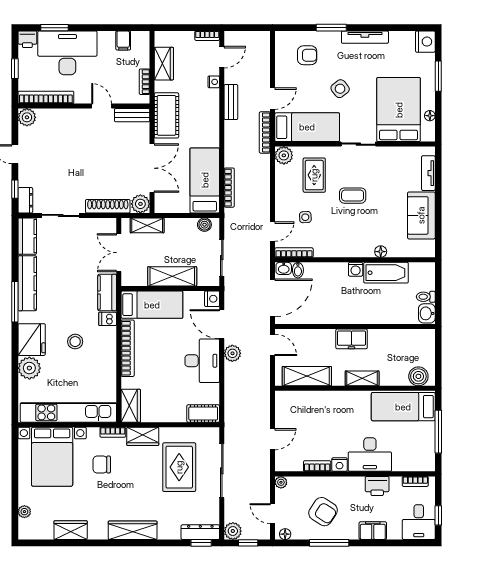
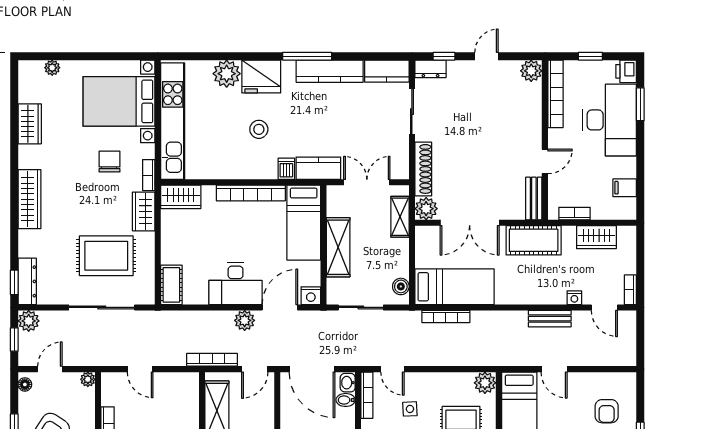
bookcase: (265, 132) -> (212, 360), moved

